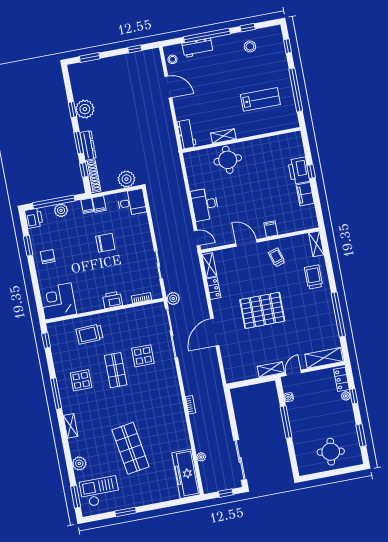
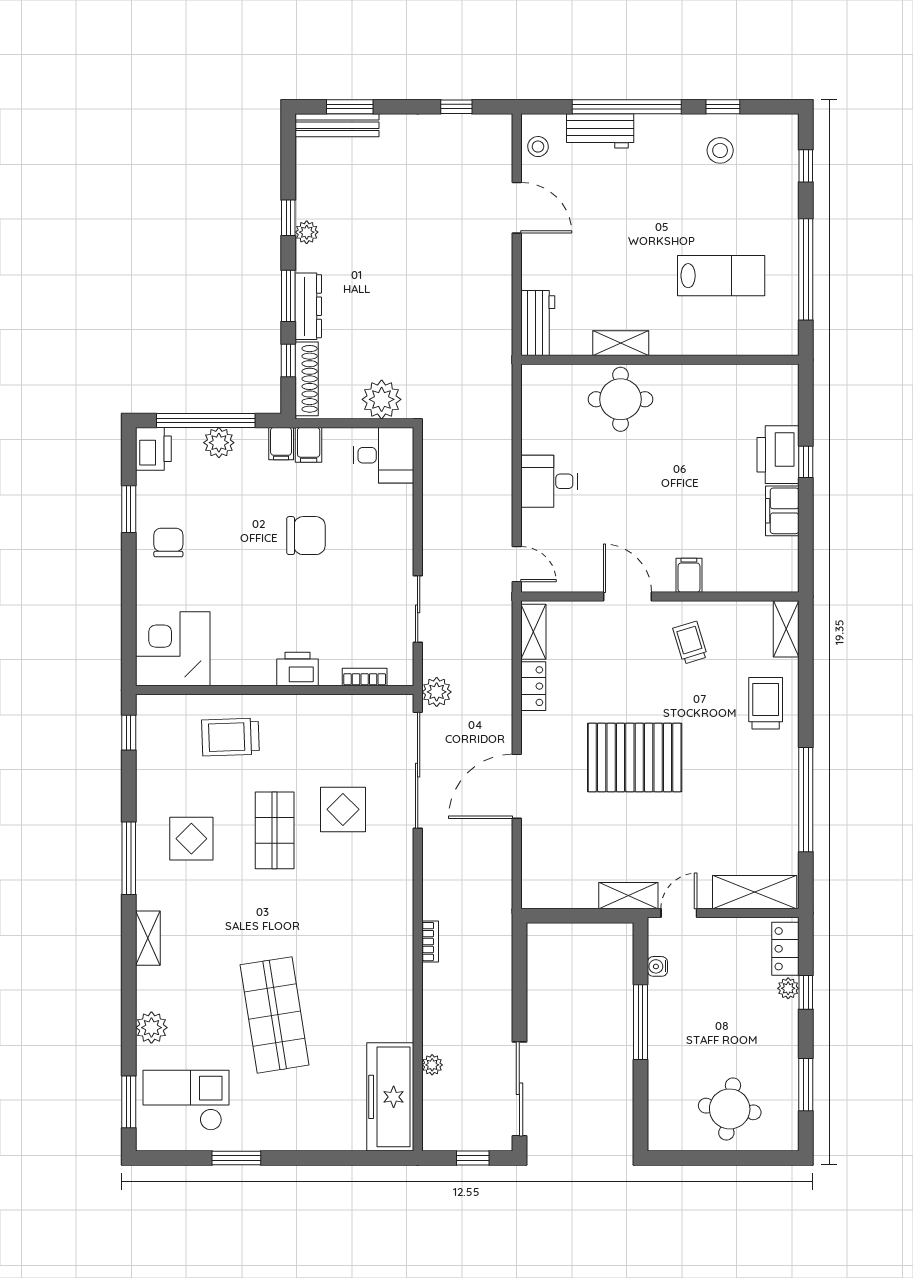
bench: (86, 66) -> (337, 125), added
plant: (85, 109) -> (307, 232), width x0.53, depth x0.53
desk: (205, 204) -> (549, 481), width x0.73

